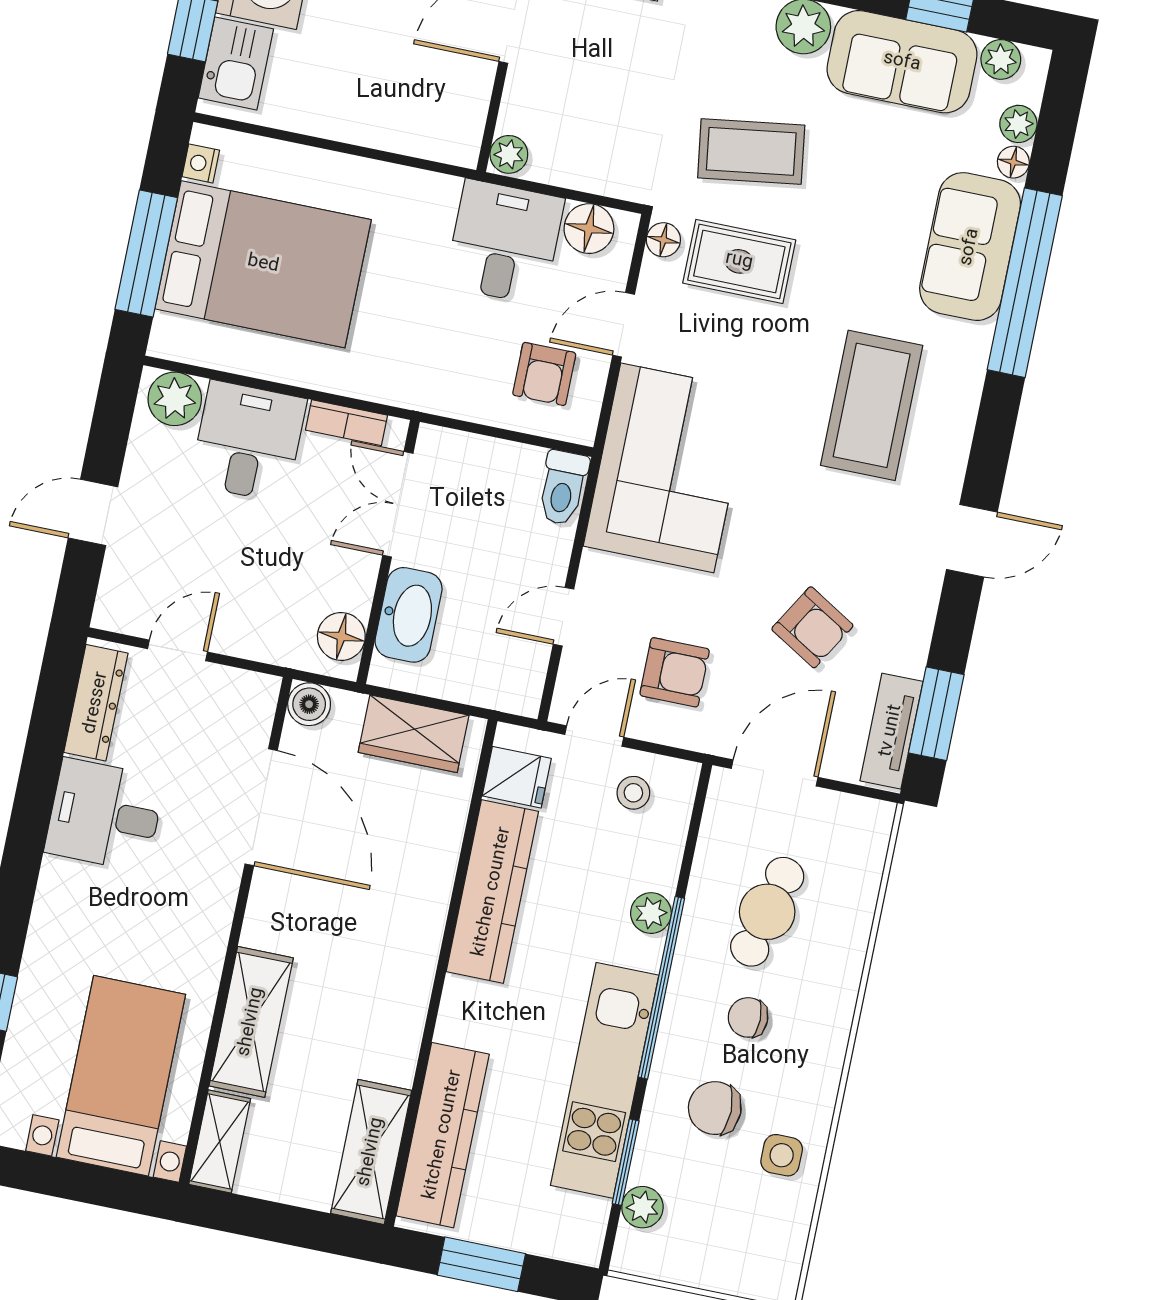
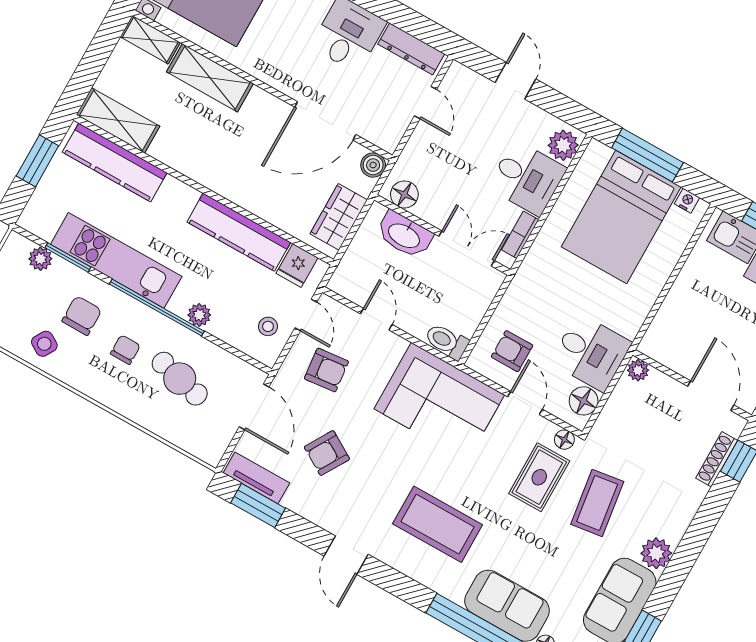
armchair: (675, 672) -> (326, 370), turned -96
side table: (782, 1155) -> (44, 344), turned 31

